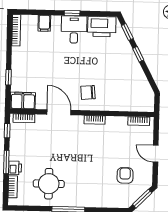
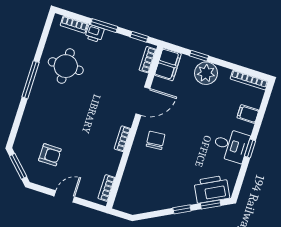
printer: (102, 27) -> (212, 189), moved, turned 63
plant: (21, 67) -> (206, 73), added

